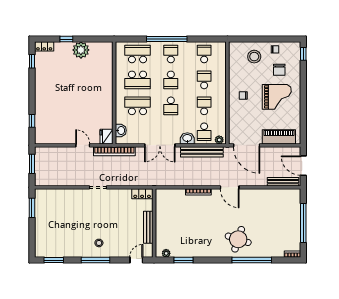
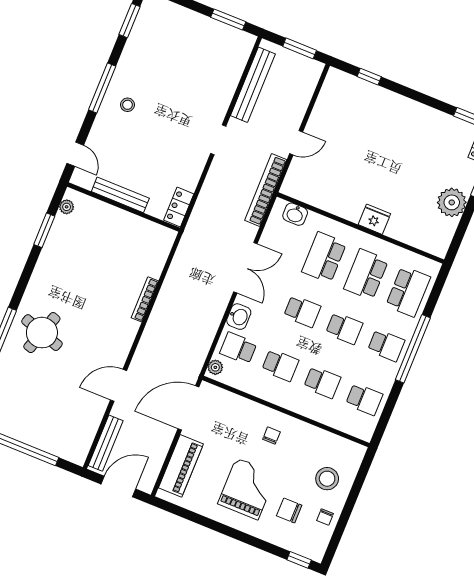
school desk: (171, 80) -> (344, 328), turned 180
grand piano: (277, 97) -> (247, 489), turned 180
school desk: (137, 106) -> (324, 257), turned 180
school desk: (171, 106) -> (302, 311), turned 180
fridge: (106, 137) -> (374, 219), moved
double door: (160, 145) -> (245, 268), swing flipped
bench: (202, 152) -> (253, 85), moved
door: (230, 187) -> (118, 385), moved

